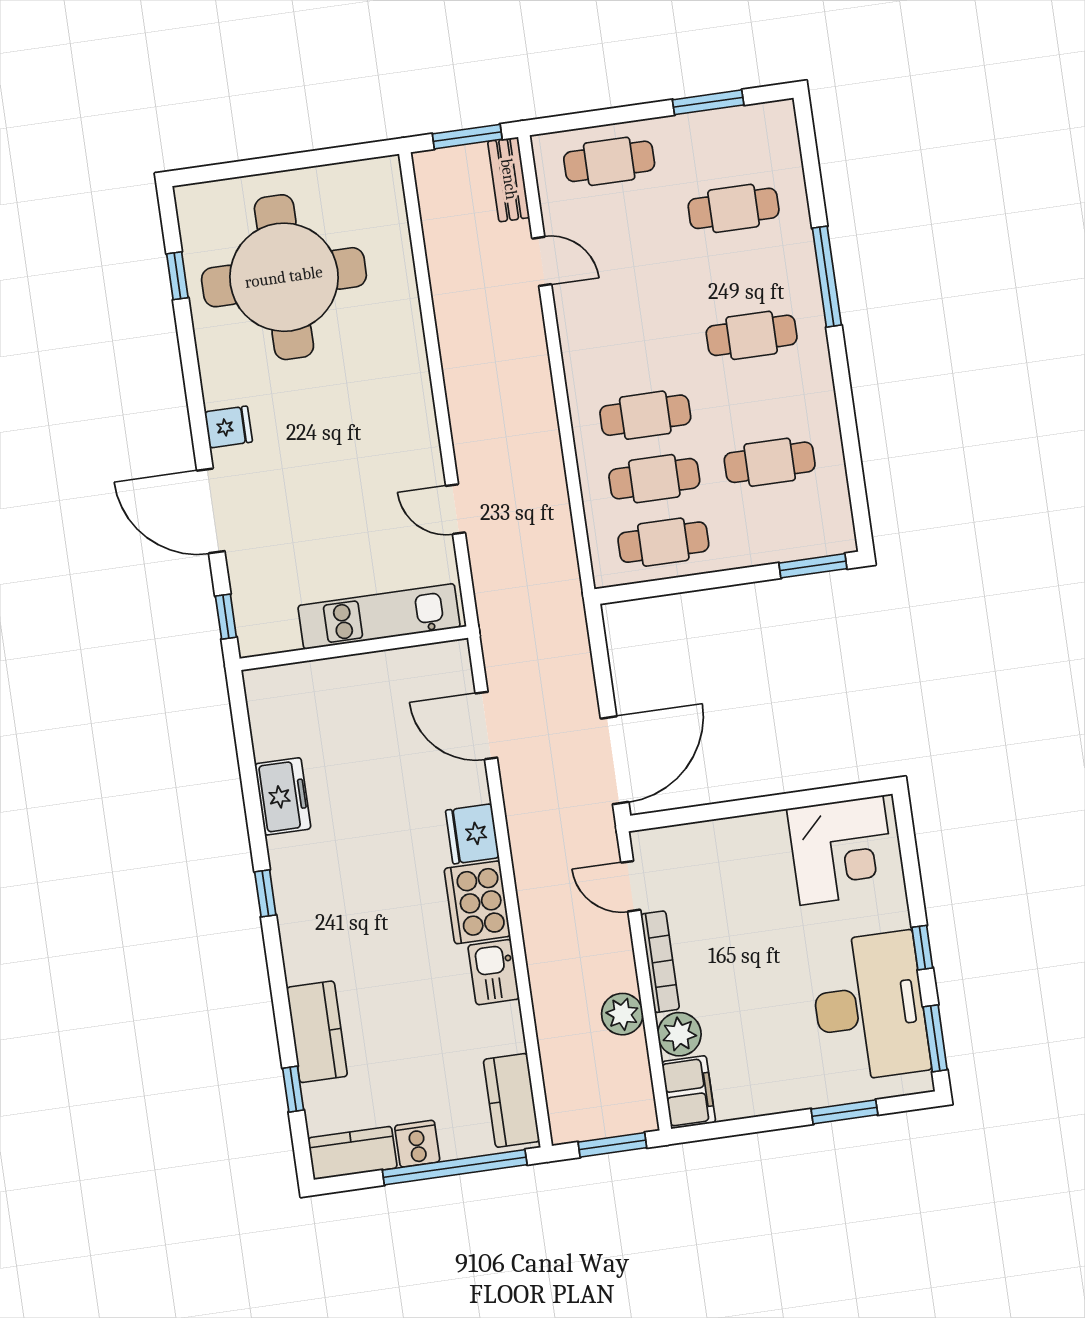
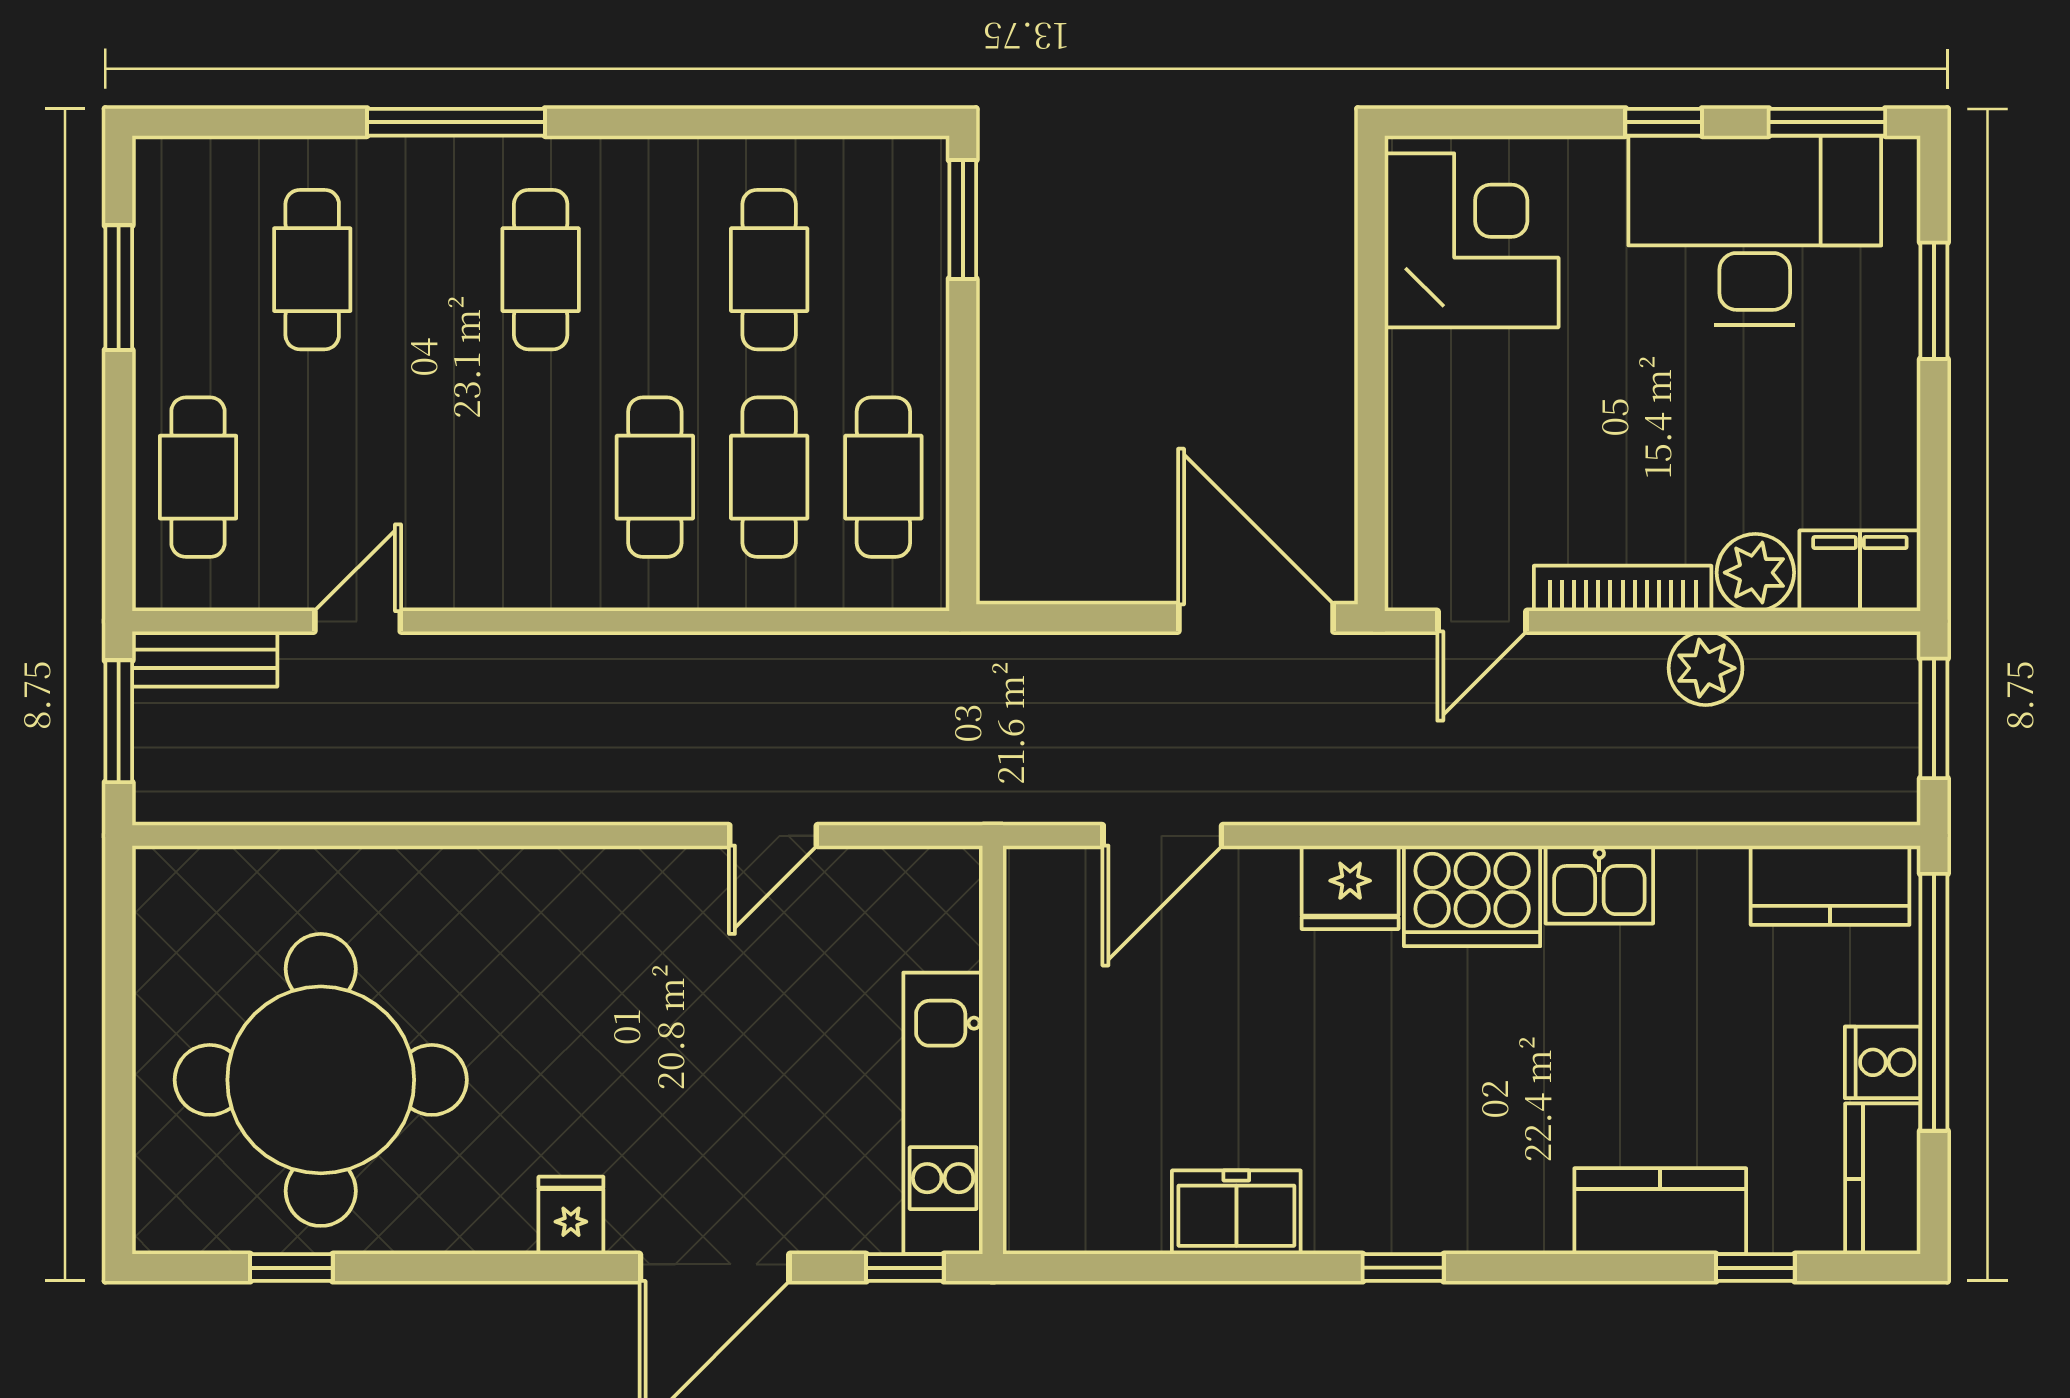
kitchen unit: (379, 616) -> (943, 1113), moved

